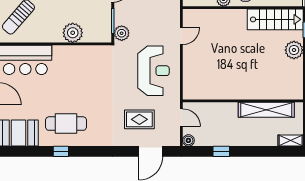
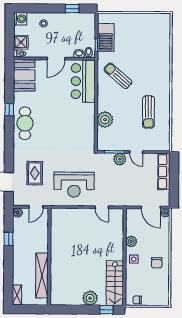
plant: (122, 33) -> (120, 159), moved
cafe table: (66, 124) -> (25, 123), moved

